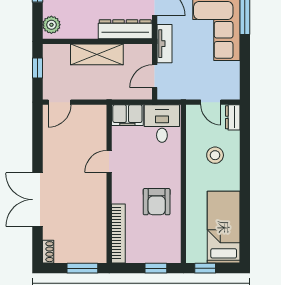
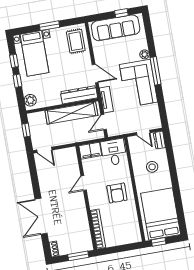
shelving: (97, 54) -> (71, 113), width x1.47
door: (59, 102) -> (44, 150), hinge flipped
armchair: (157, 202) -> (117, 193), moved
bed: (224, 227) -> (161, 214), width x1.50
window: (156, 268) -> (126, 248), removed

